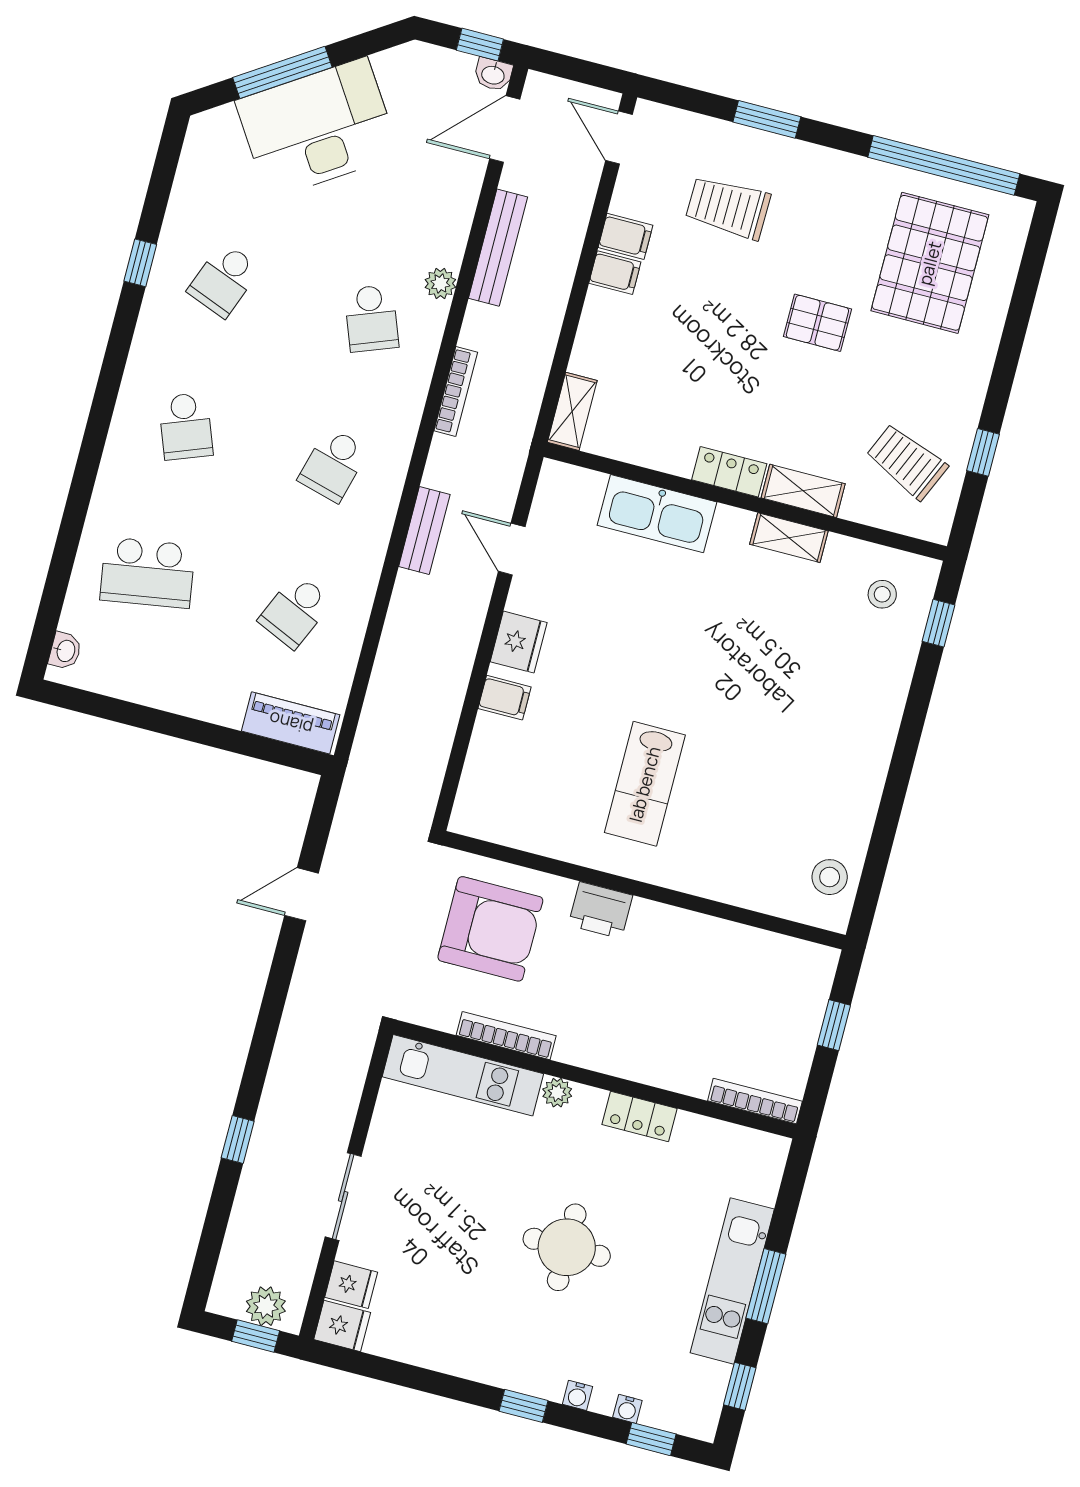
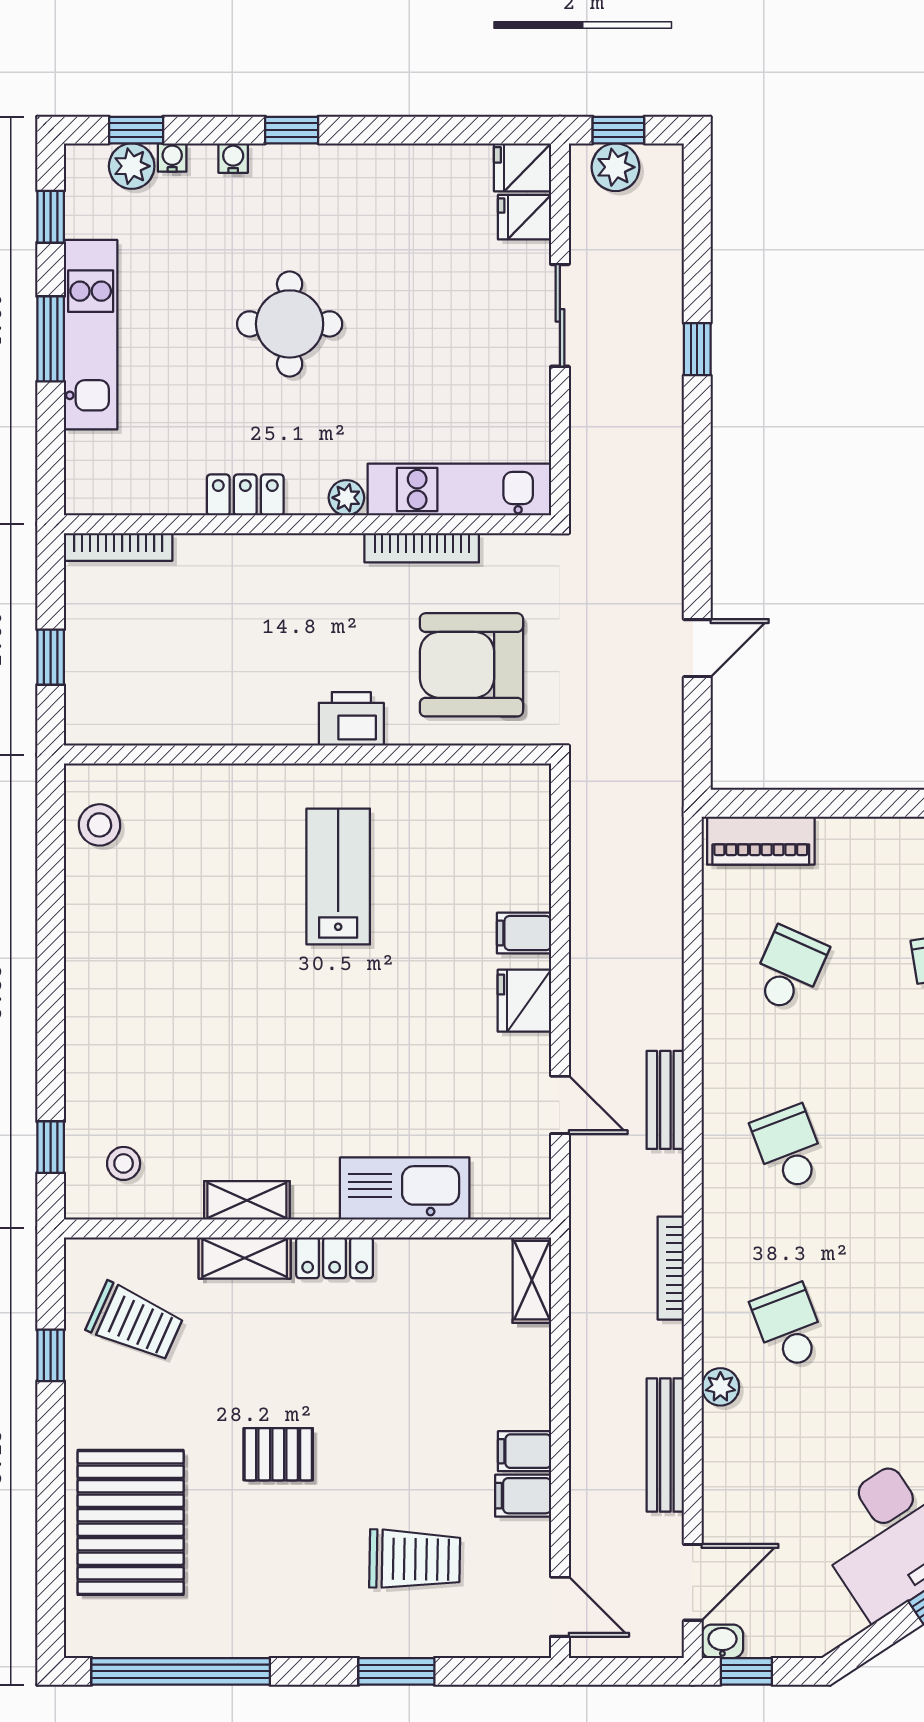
pallet: (930, 263) -> (131, 1522), moved
school desk: (333, 465) -> (789, 1148), turned -36
plant: (662, 1410) -> (132, 166), added

